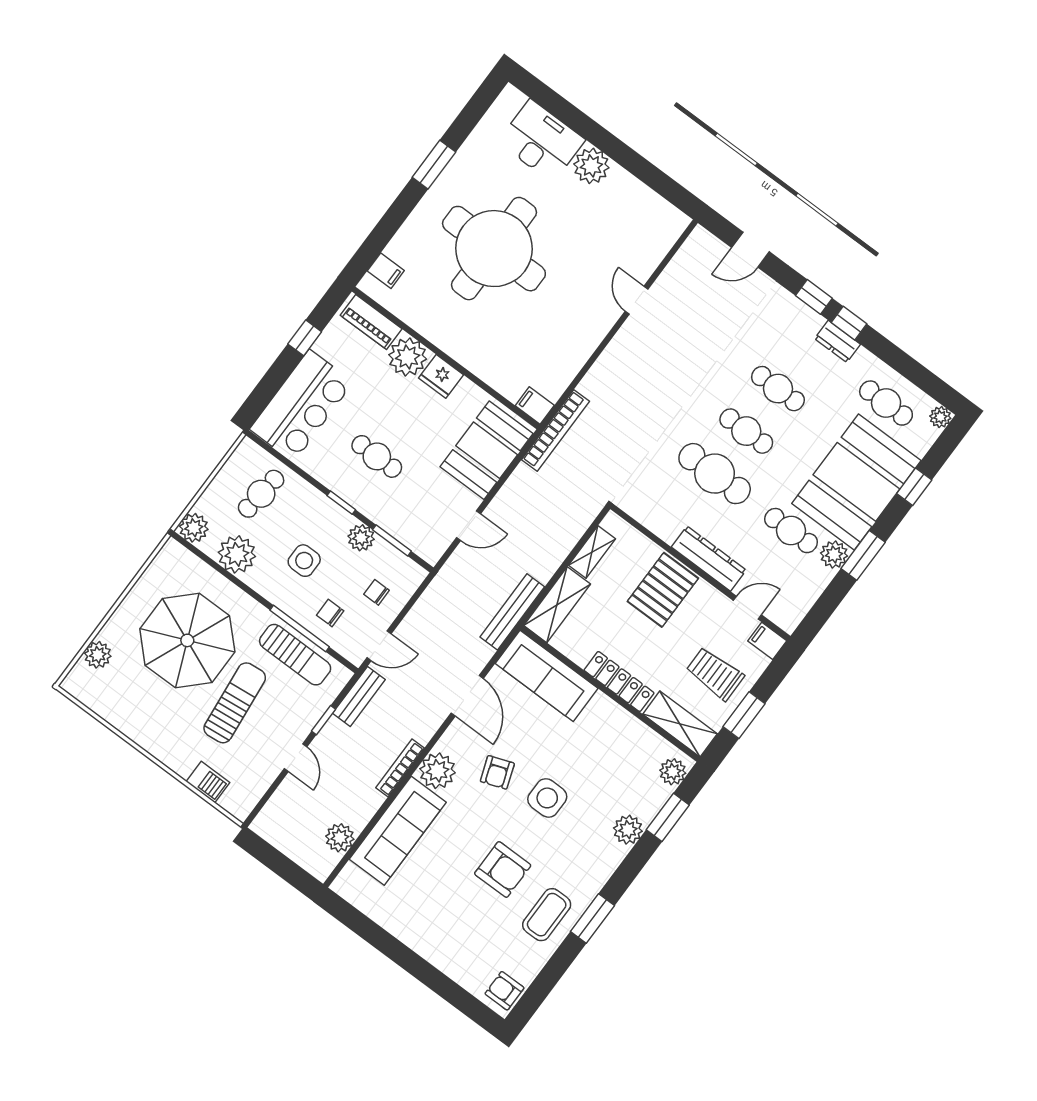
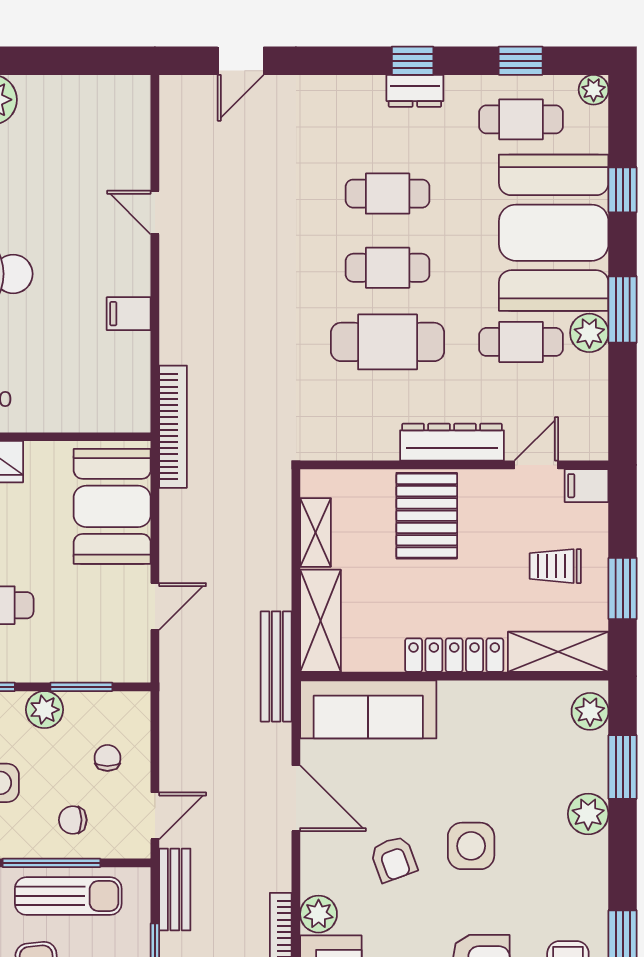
window: (814, 297) -> (521, 61), moved
filing cabinet: (535, 406) -> (129, 314), moved
chair: (377, 592) -> (107, 758), turned 90
trolley: (715, 674) -> (555, 566), width x0.73, depth x0.72
plant: (437, 771) -> (319, 914), width x0.73, depth x0.73

